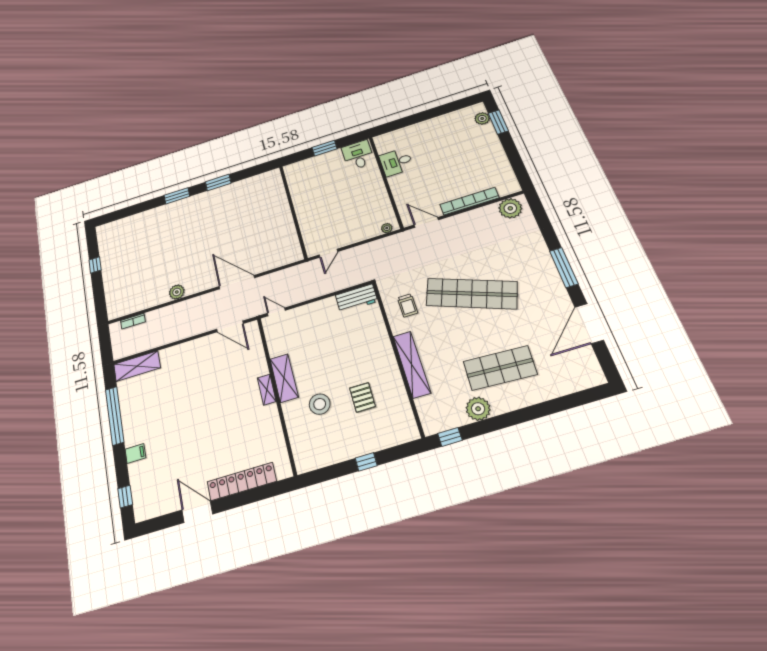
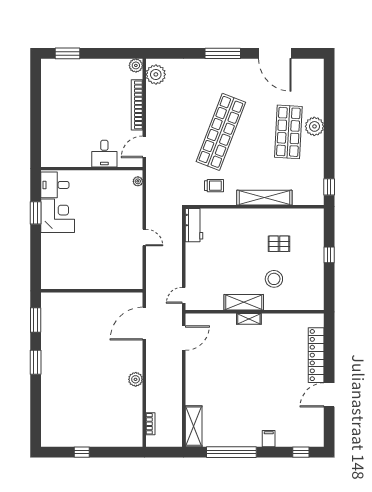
plant: (482, 118) -> (136, 65), moved
desk: (396, 162) -> (104, 154), moved
corner desk: (327, 168) -> (58, 216), added
wall: (293, 211) -> (92, 291), moved
plant: (478, 409) -> (314, 126), moved

